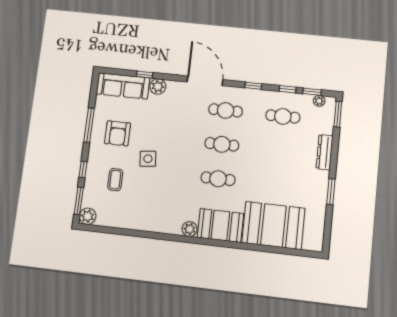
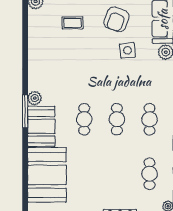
armchair: (118, 133) -> (117, 19), turned -70
side table: (148, 159) -> (127, 50), moved
window: (203, 241) -> (25, 111), added

